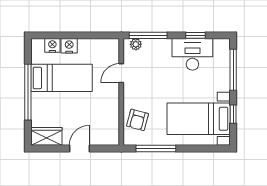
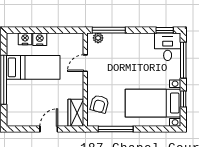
window: (195, 35) -> (165, 30), moved
desk: (192, 54) -> (168, 47), moved, width x0.73
wardrobe: (46, 136) -> (76, 113), moved, turned -90

